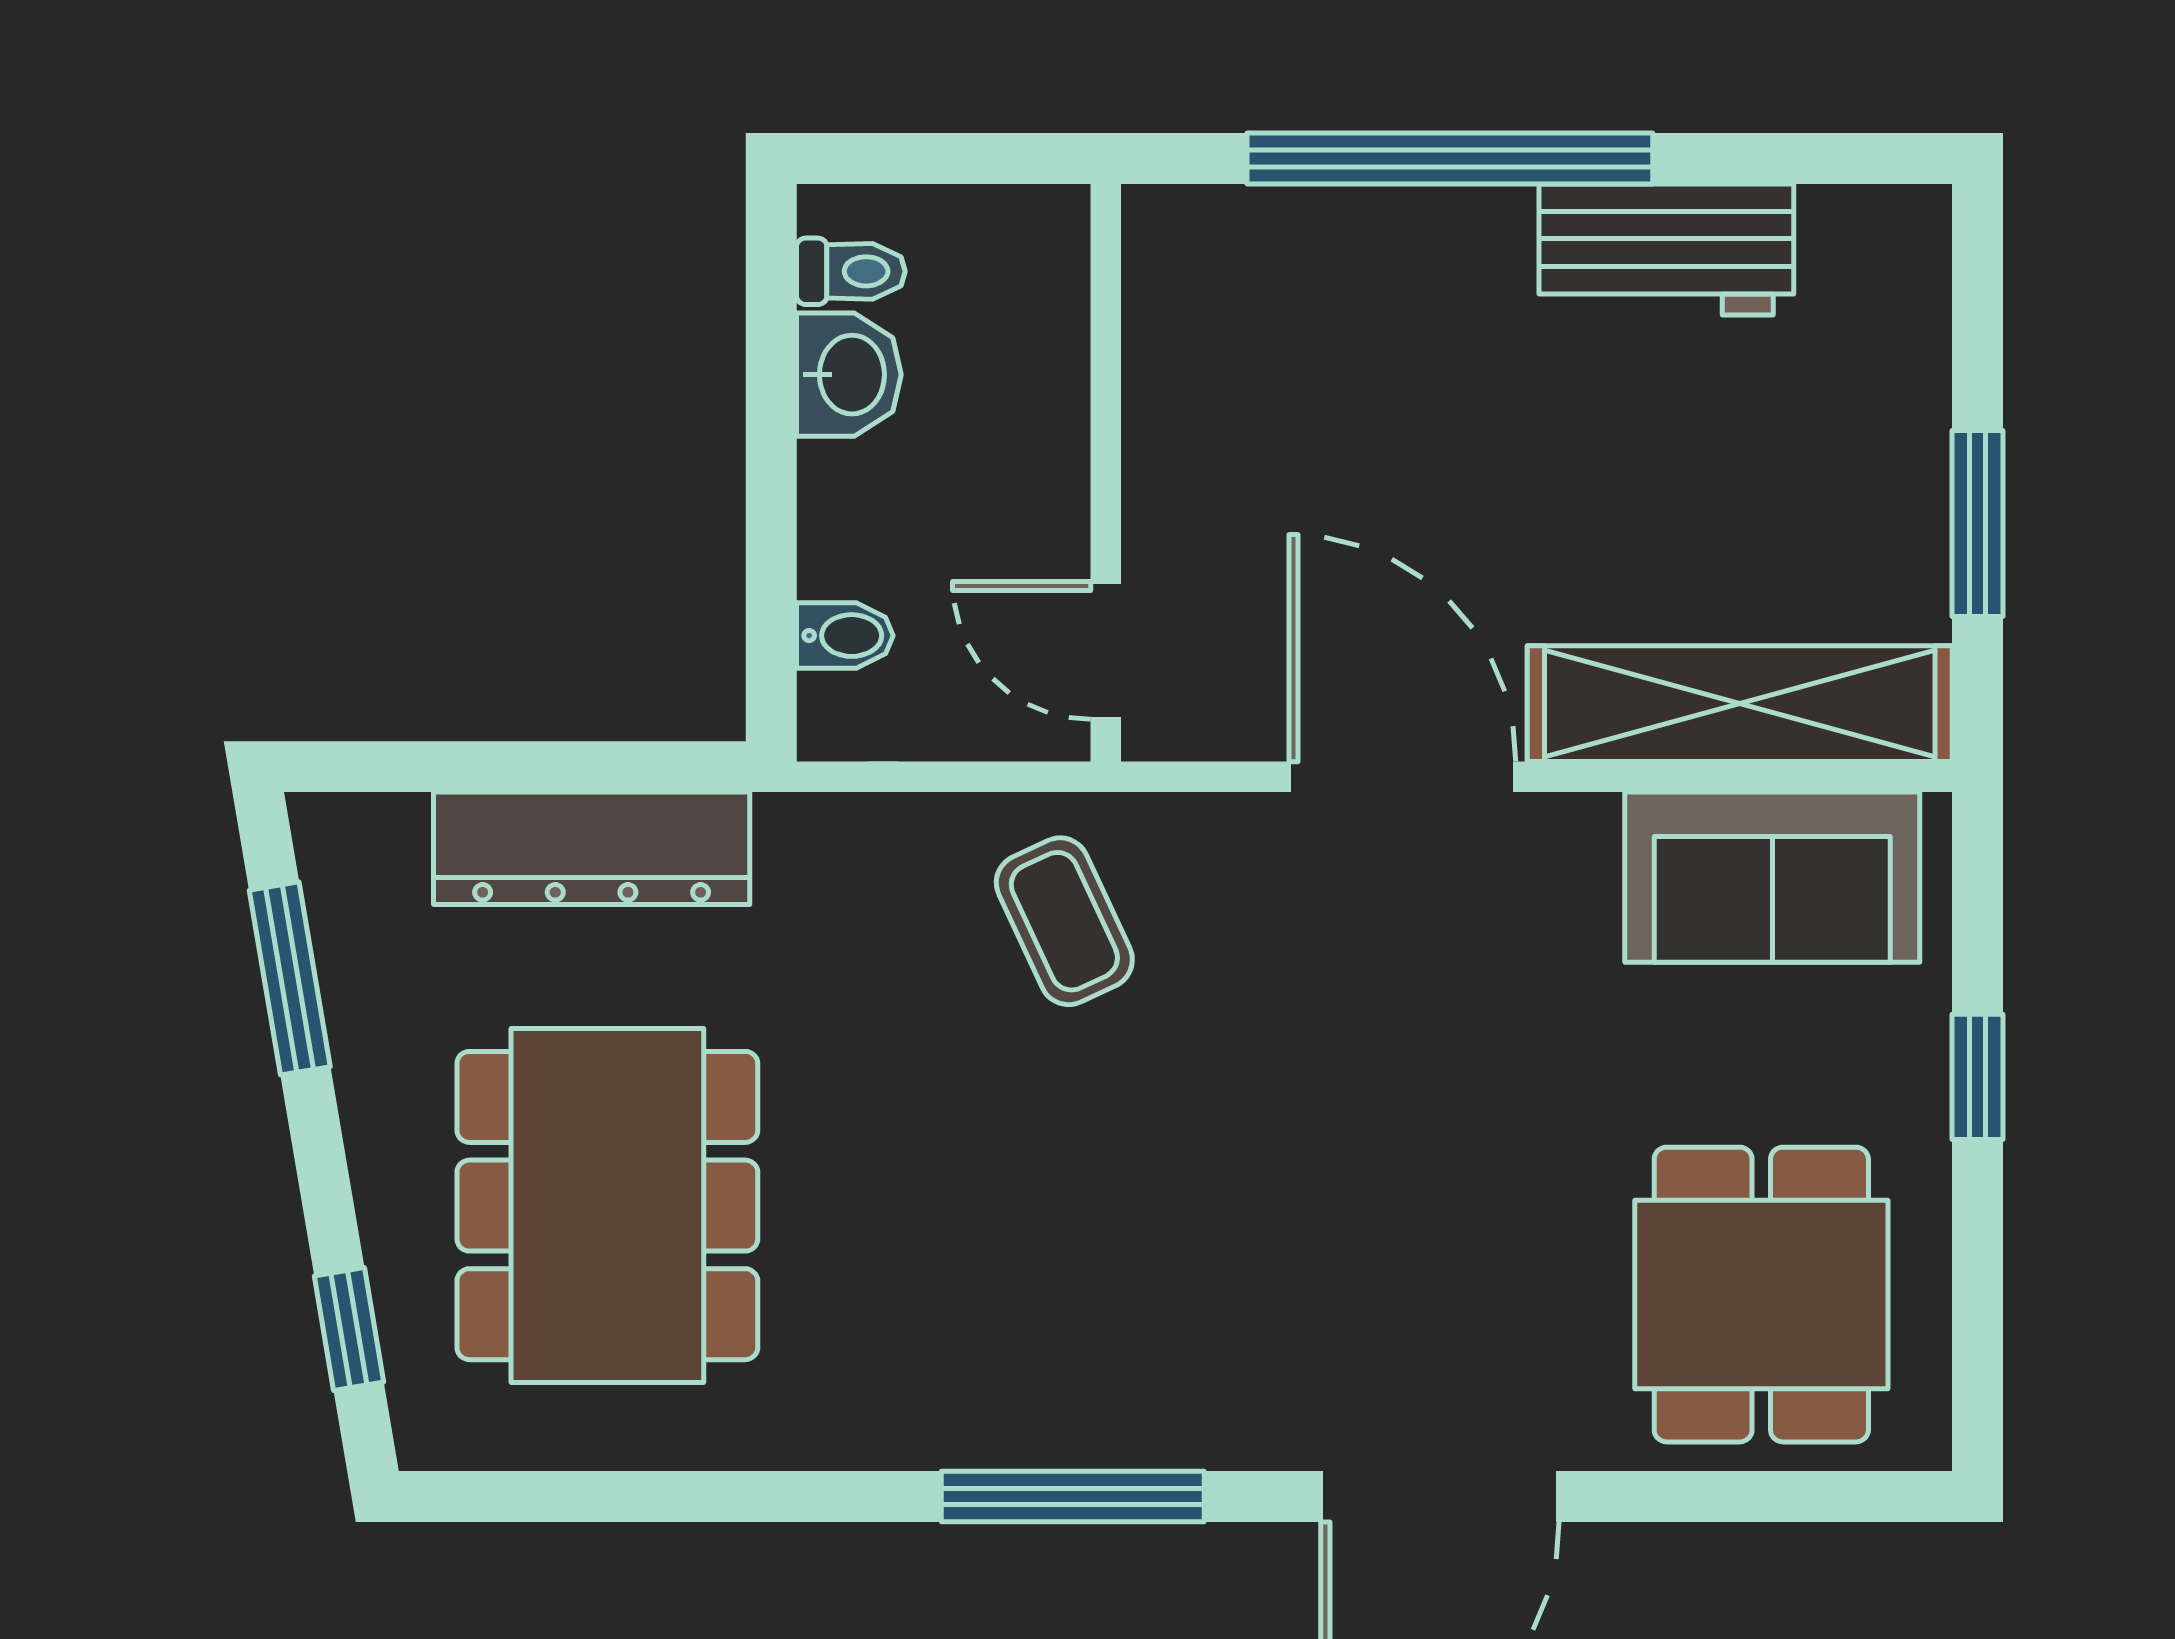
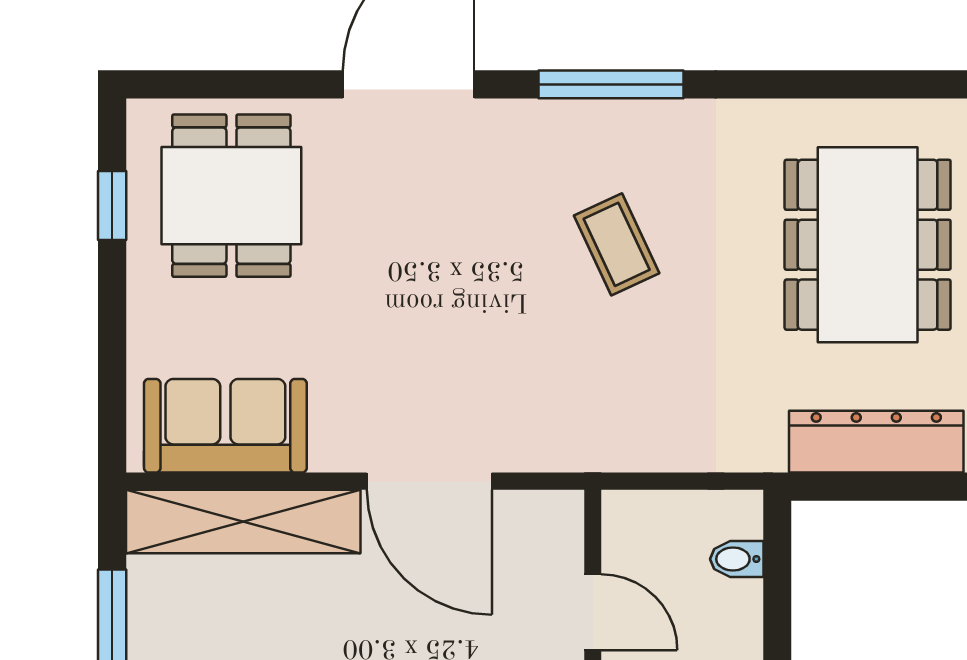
door: (1106, 650) -> (593, 612), moved
coffee table: (1064, 921) -> (617, 244), moved
window: (1977, 1077) -> (112, 206), moved

